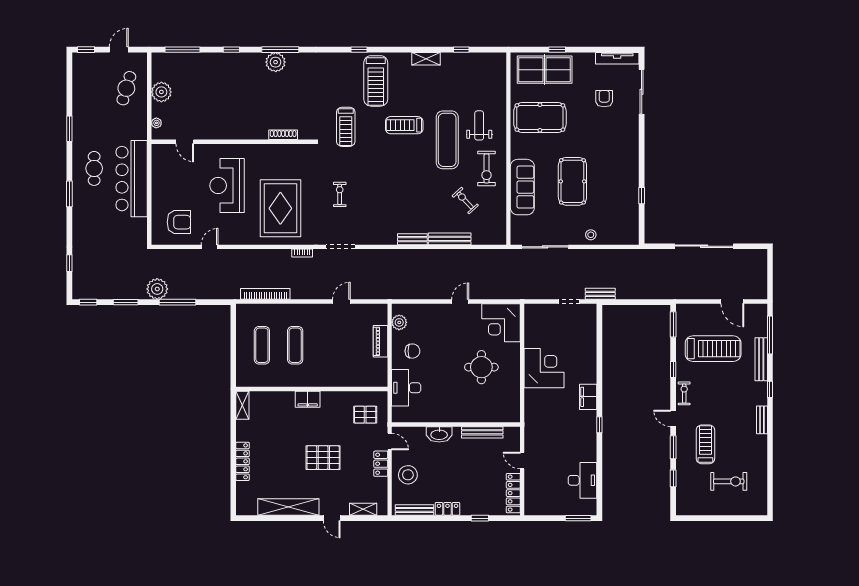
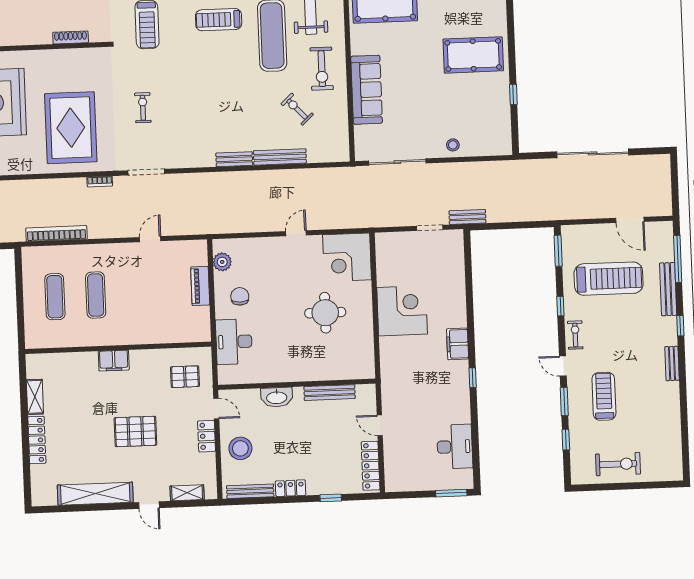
pool table: (572, 181) -> (473, 55), moved, turned 90
chair: (412, 351) -> (240, 296), turned -90
shelving: (242, 405) -> (35, 397), moved
exercise bike: (729, 481) -> (618, 464), moved

